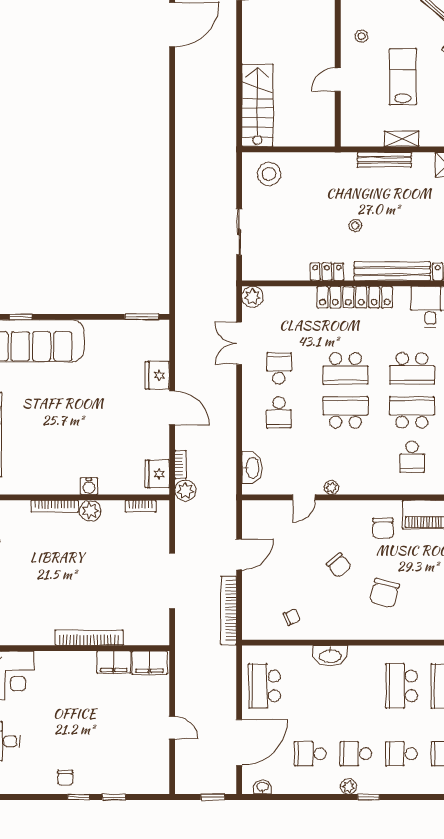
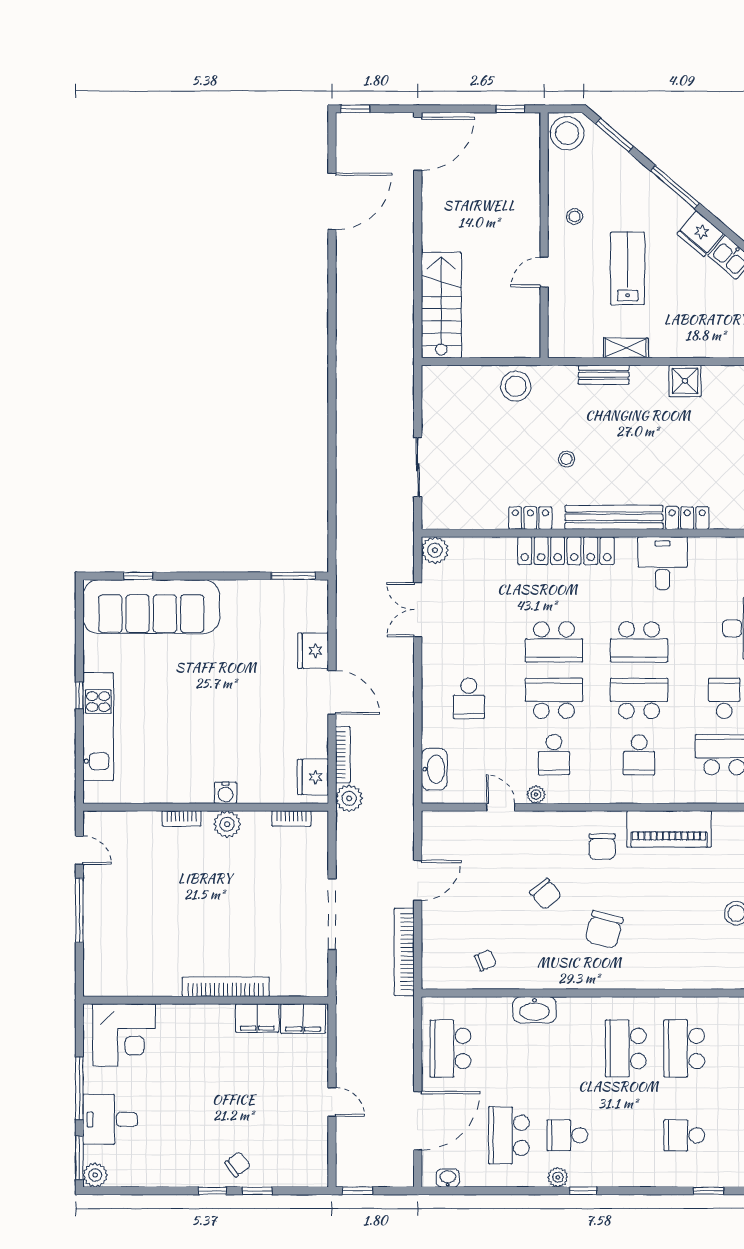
bench: (384, 160) -> (604, 375), width x0.73
stool: (269, 174) -> (516, 386), moved
school desk: (279, 368) -> (554, 755), moved, turned 180
bookcase: (181, 464) -> (343, 755), width x1.56
door: (304, 497) -> (501, 807), swing flipped
bookcase: (55, 506) -> (182, 818), width x0.64
school desk: (310, 754) -> (509, 1135), width x1.85
school desk: (401, 754) -> (626, 1135), removed
chair: (65, 778) -> (238, 1164), moved, turned -127
window: (213, 797) -> (358, 1191), moved

